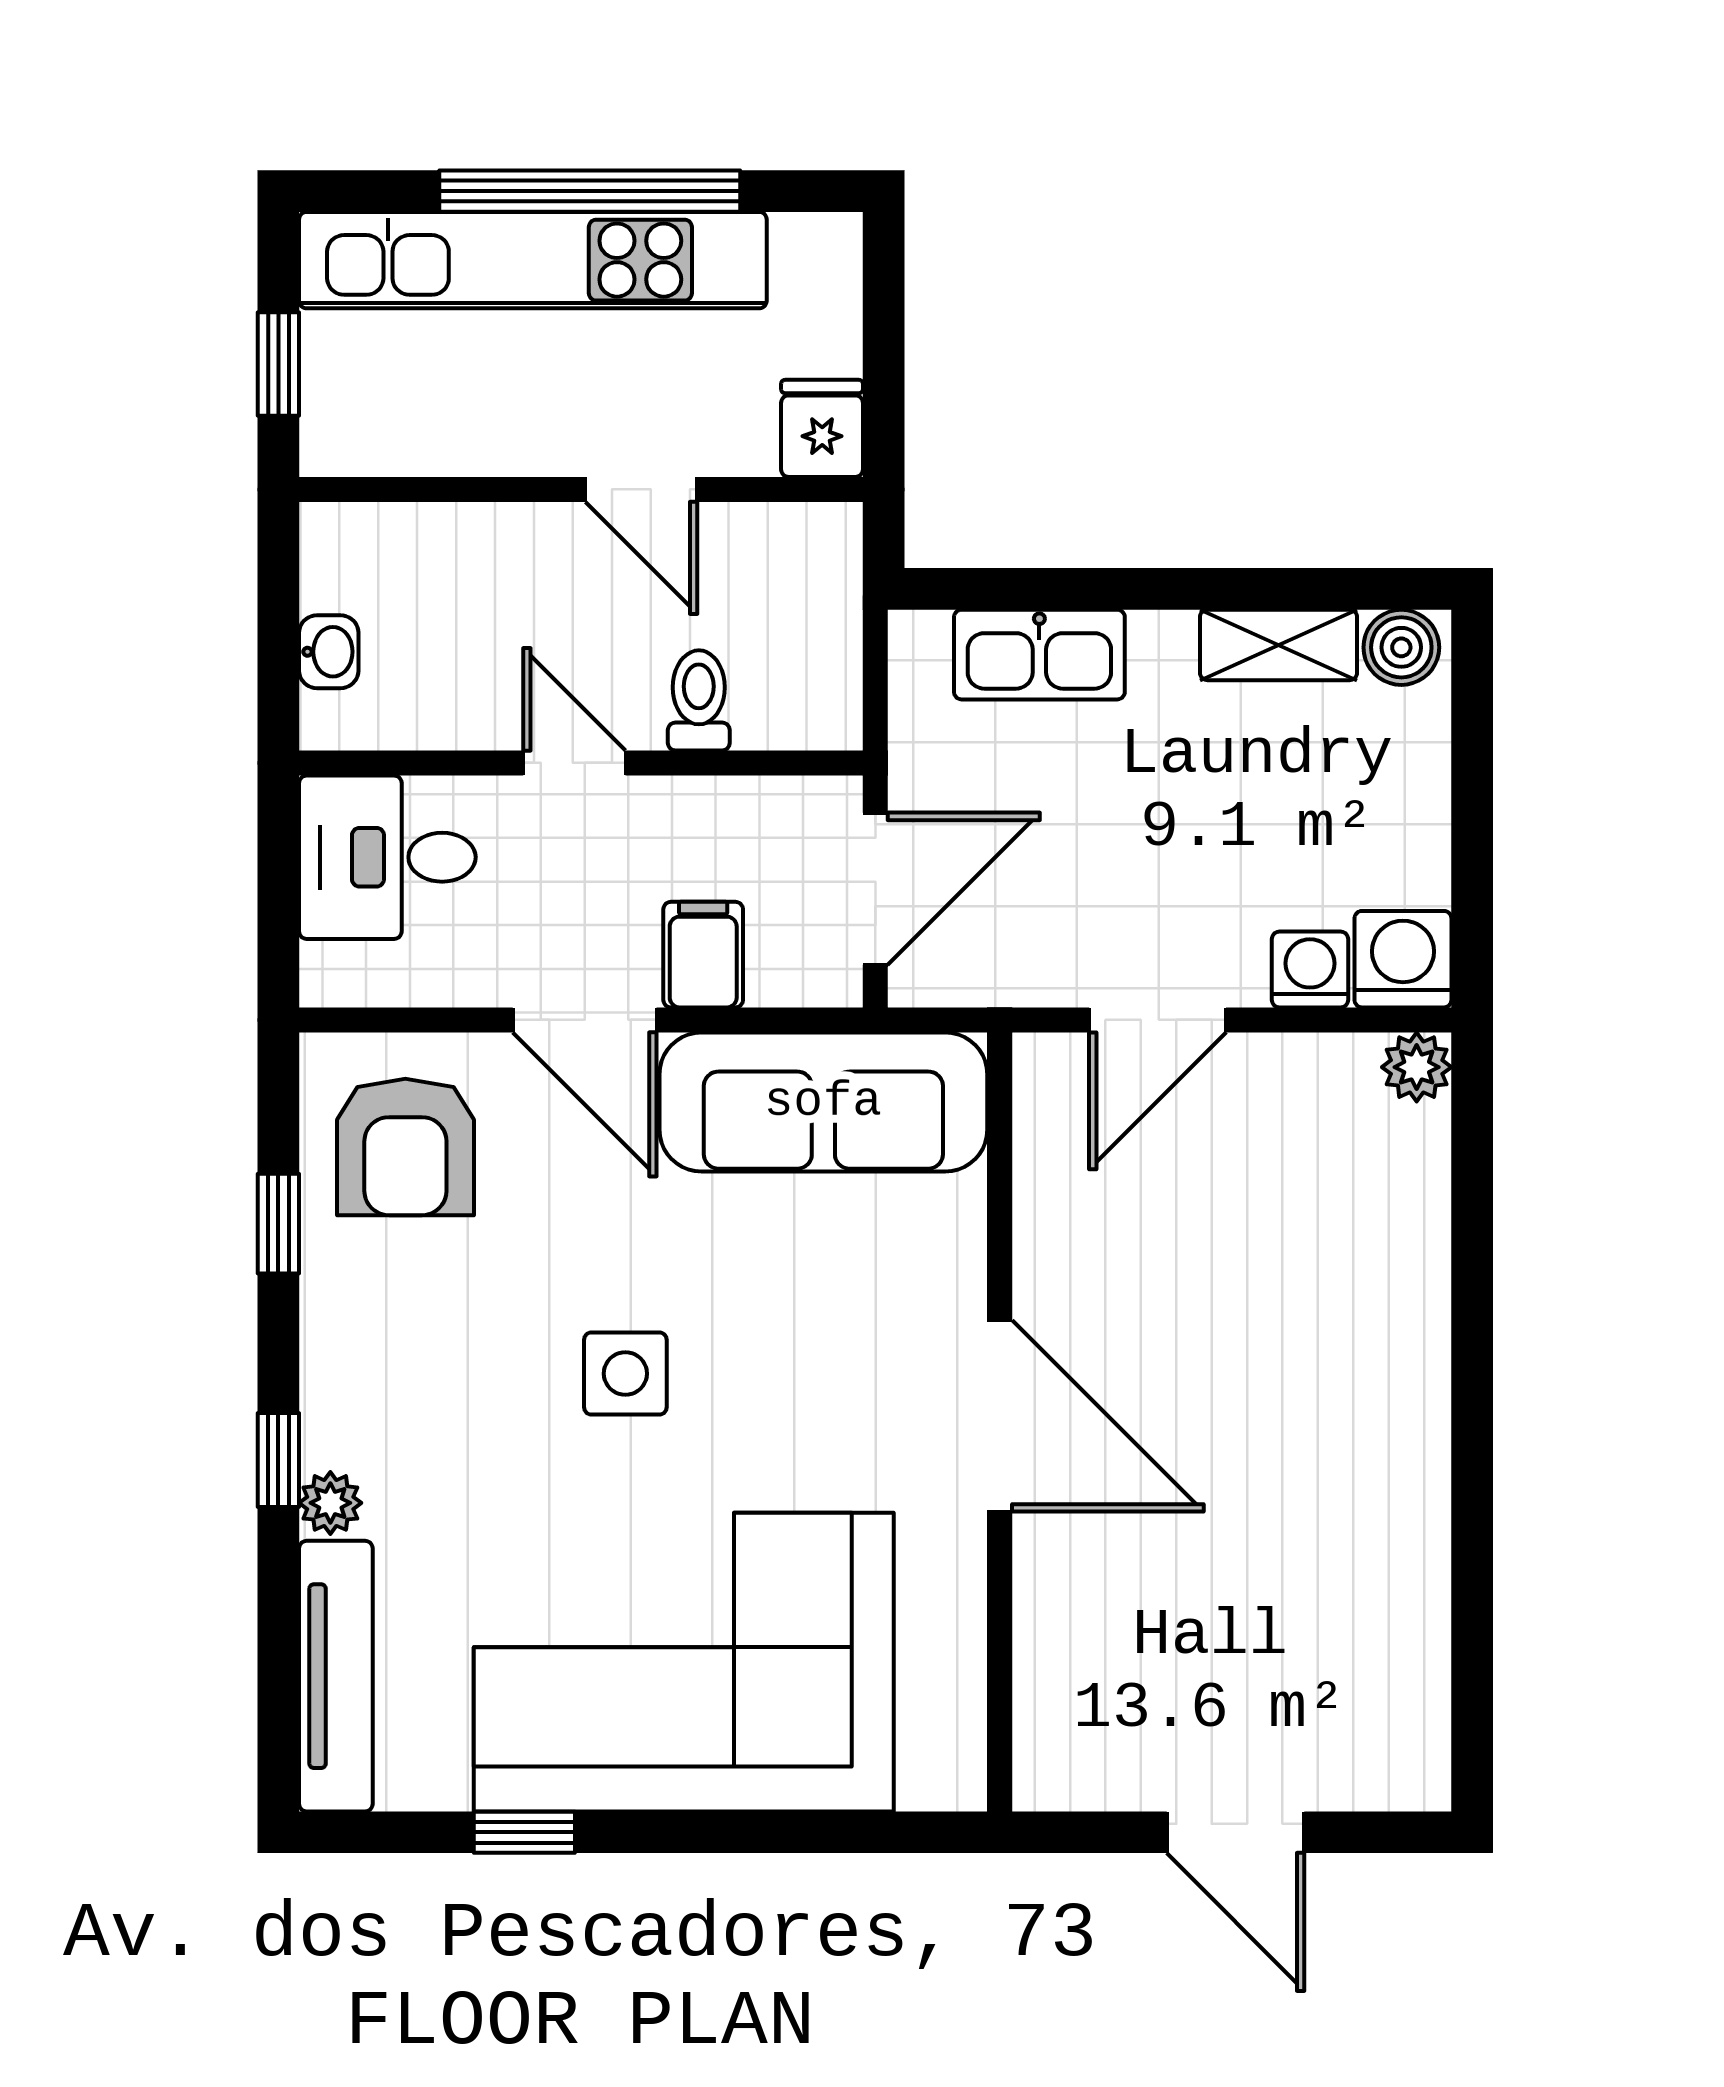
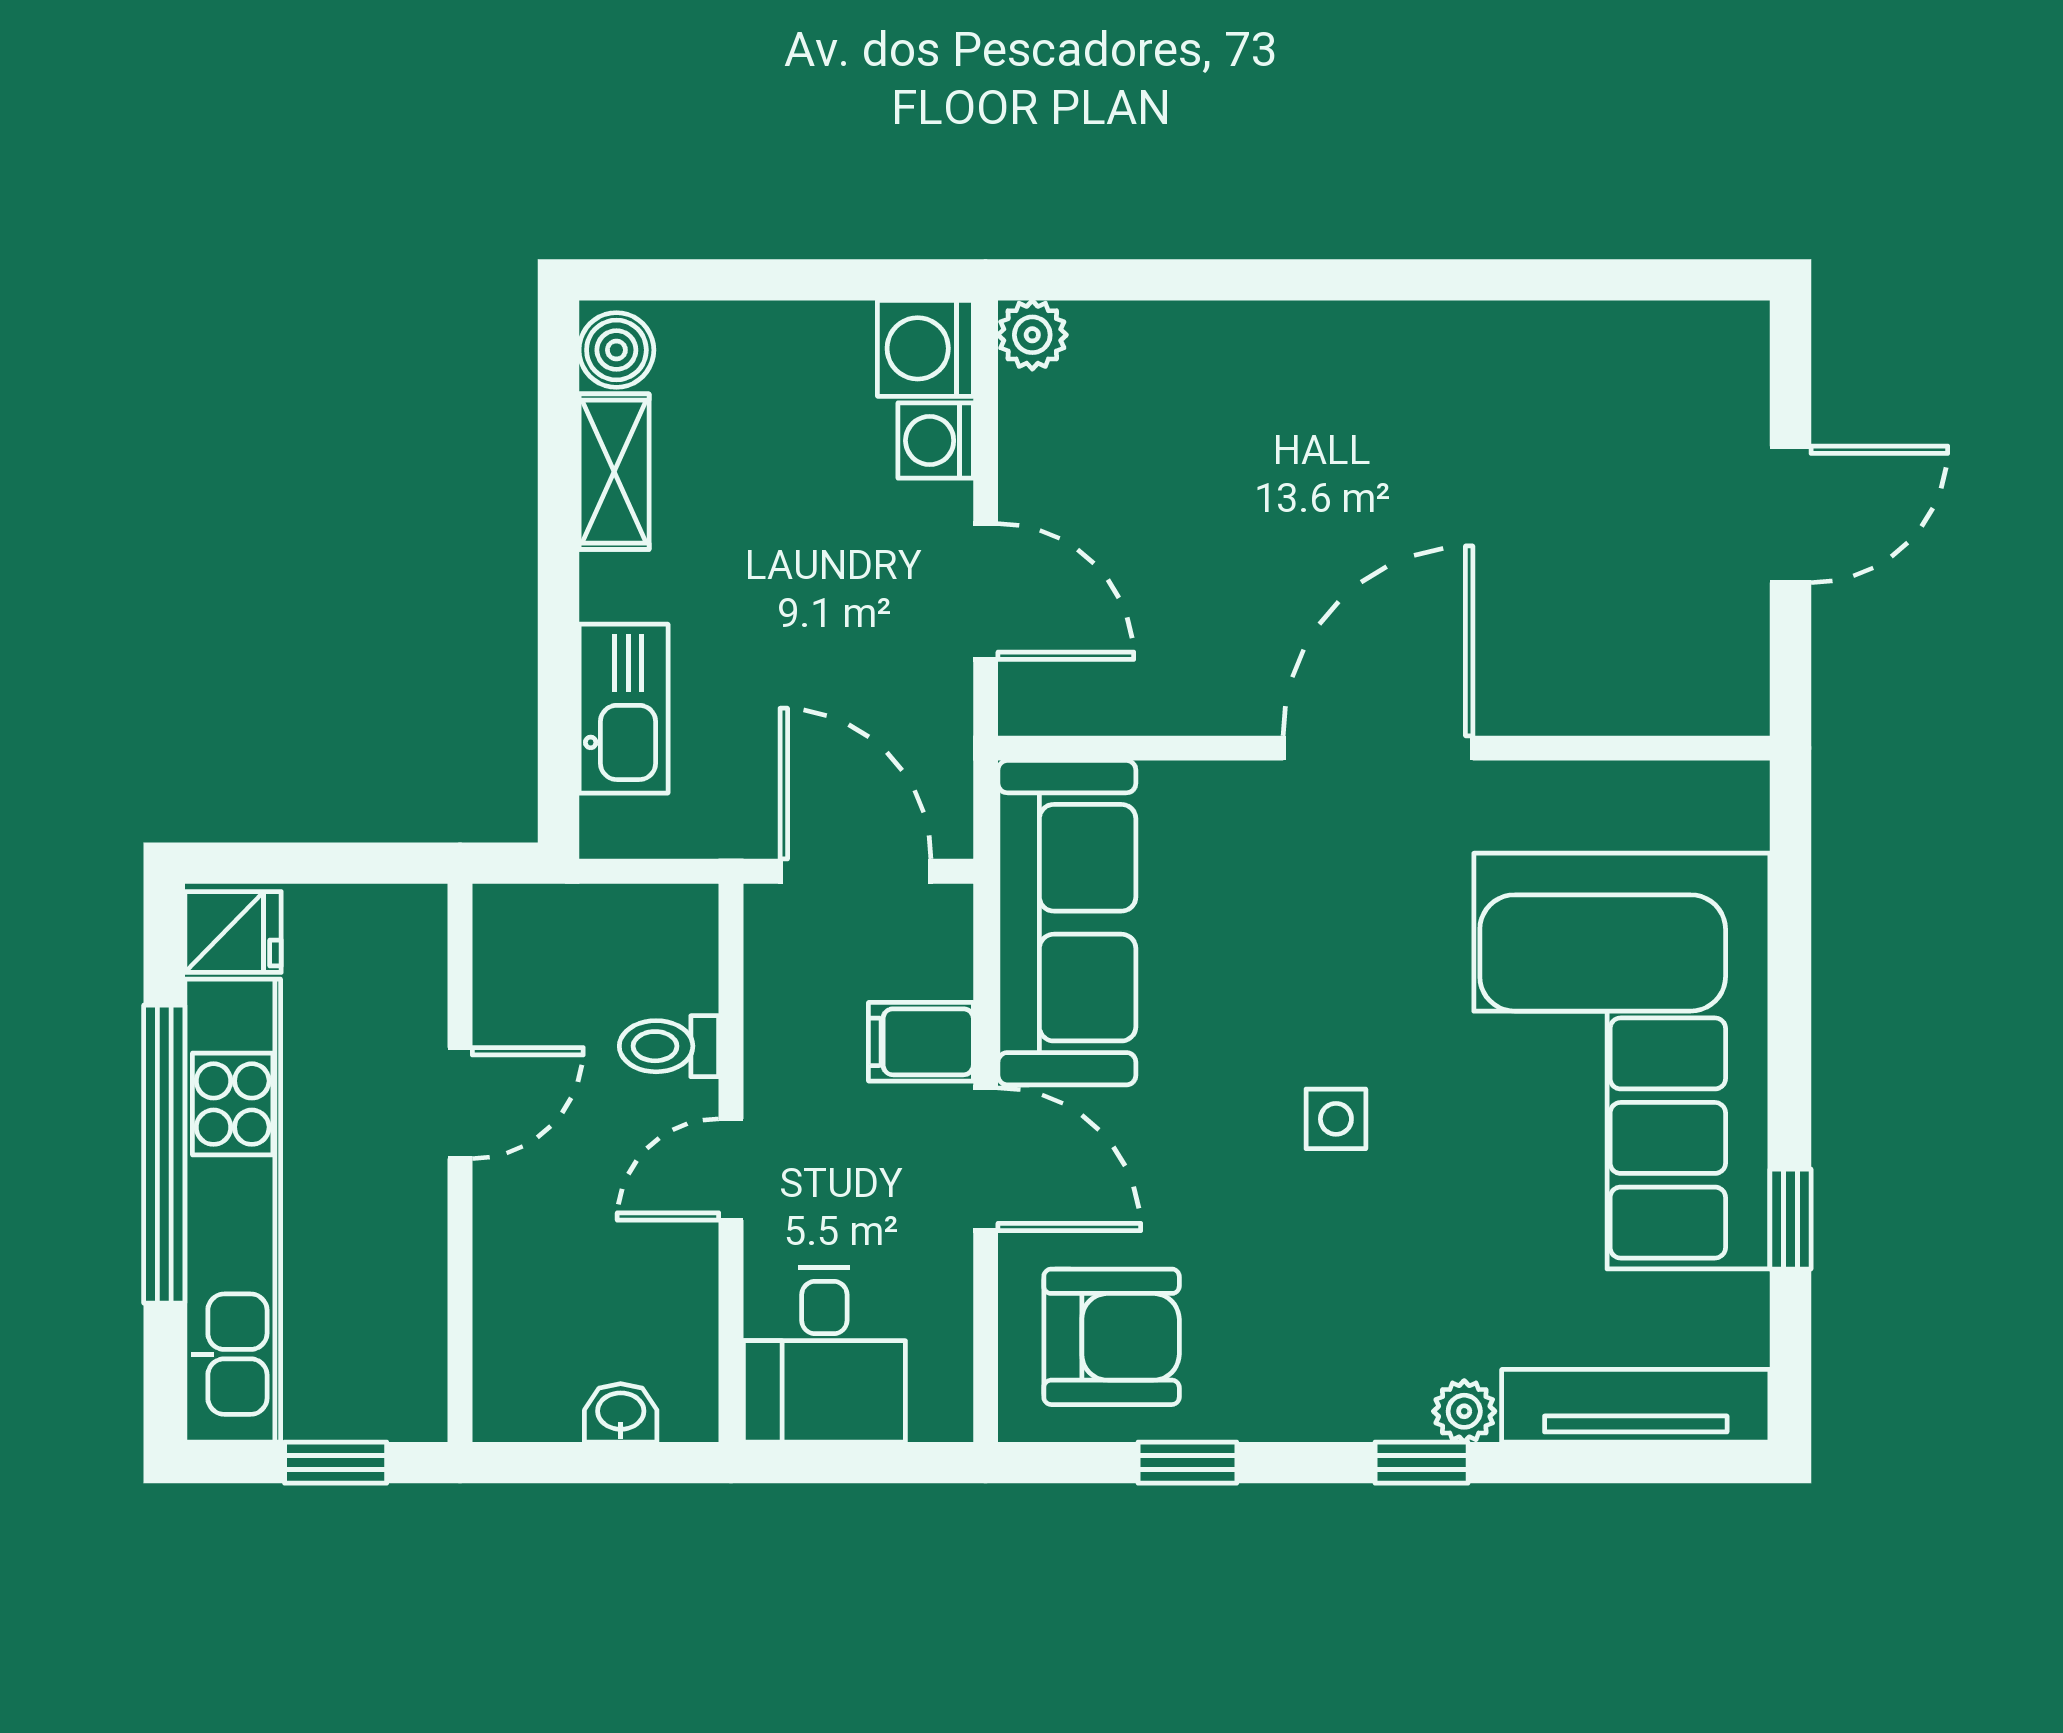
fridge: (822, 428) -> (233, 932), moved, turned 180
door: (585, 1020) -> (986, 1159), hinge flipped
side table: (625, 1374) -> (1336, 1119), width x0.73, depth x0.73

